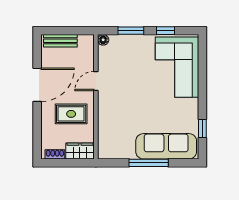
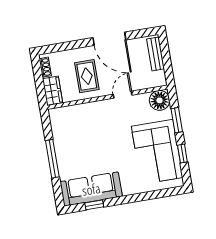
floor lamp: (103, 40) -> (160, 100), width x1.89, depth x1.89
corner sofa: (177, 67) -> (157, 152), moved, turned -90
door: (96, 81) -> (123, 95), hinge flipped
sofa: (166, 146) -> (91, 189), moved, turned -90

